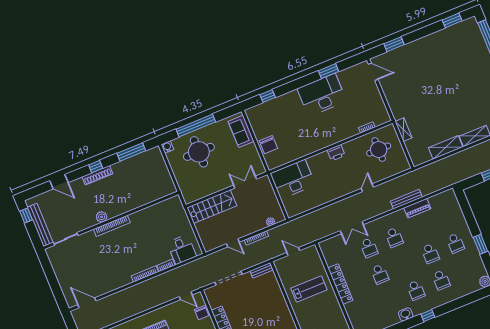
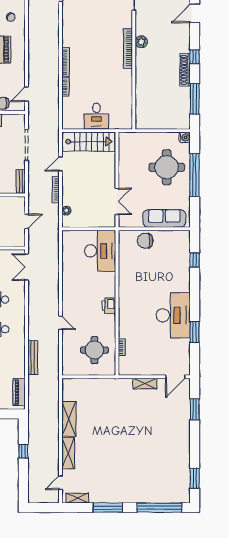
shelving: (404, 130) -> (145, 384), moved
sofa: (241, 131) -> (164, 218), width x1.36
shoe rack: (97, 175) -> (185, 70), moved
stairs: (212, 207) -> (89, 142), moved, turned -90
piano: (417, 208) -> (19, 392), moved
double door: (352, 228) -> (27, 267), moved
desk: (182, 249) -> (96, 116), moved, turned -90

